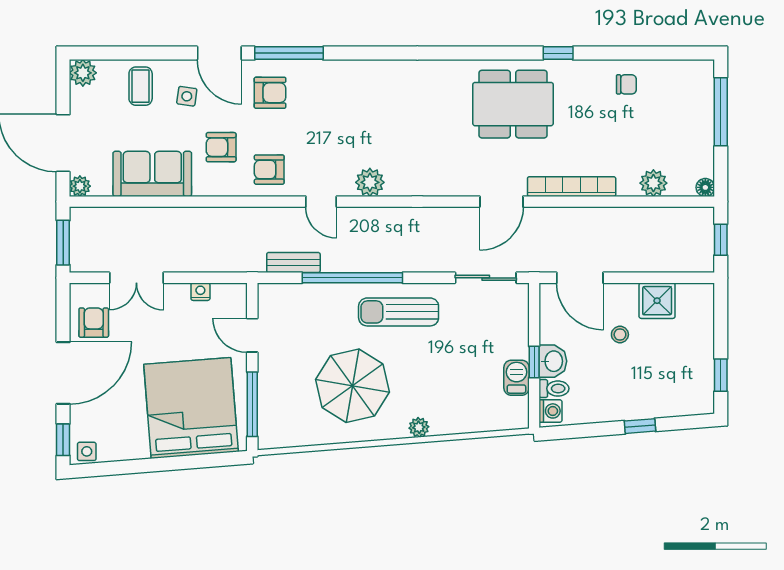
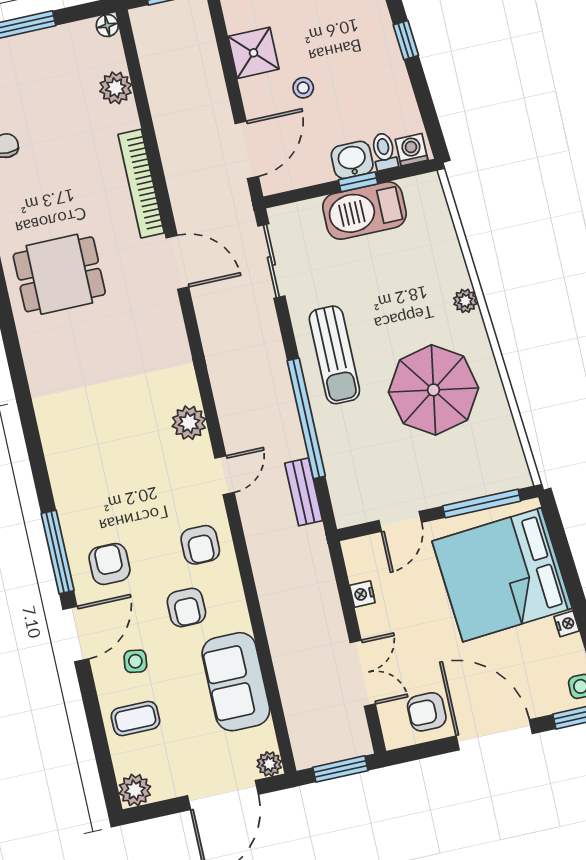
dining table: (513, 104) -> (59, 274), width x0.73
barbecue: (516, 378) -> (364, 211), width x1.88, depth x1.53
nightstand: (140, 451) -> (567, 624), added

